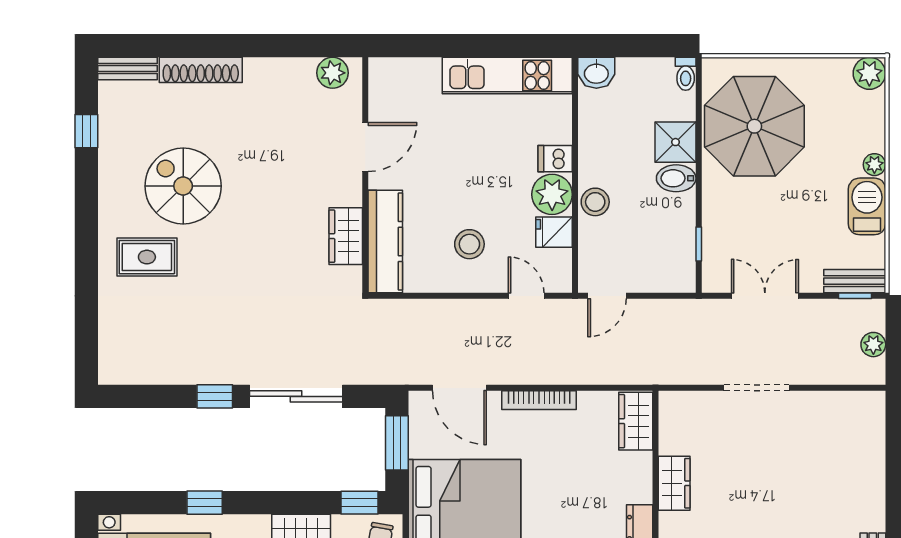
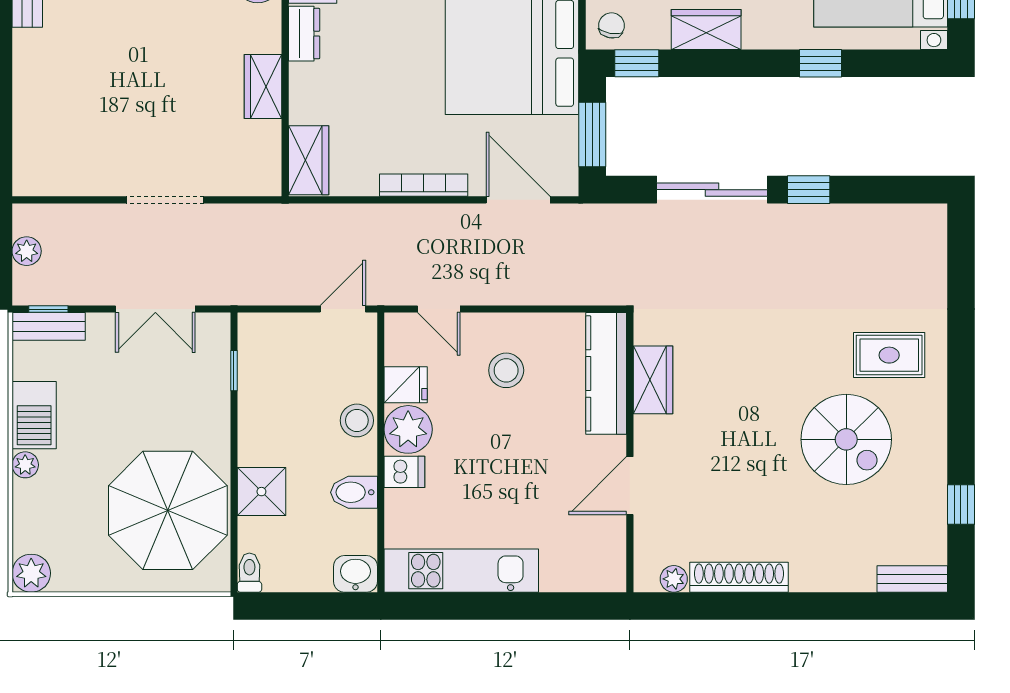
shoe rack: (201, 70) -> (739, 577), moved
plant: (333, 73) -> (674, 579), width x0.73, depth x0.73
bidet: (676, 178) -> (354, 492), moved, turned 180

